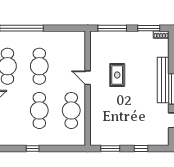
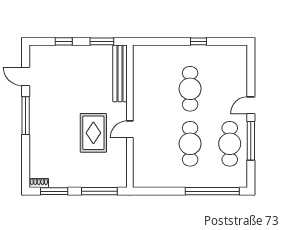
rug: (117, 75) -> (93, 133), width x1.36, depth x1.43
door: (88, 78) -> (130, 129), swing flipped
bench: (163, 80) -> (120, 73), moved
cafe table: (71, 110) -> (150, 89), removed

